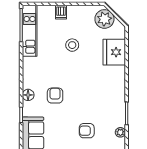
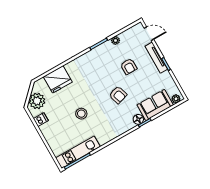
dishwasher: (61, 12) -> (41, 120), moved
stool: (72, 45) -> (81, 114), moved
floor lamp: (28, 95) -> (138, 119), moved
armchair: (55, 96) -> (118, 95), moved, turned -107

